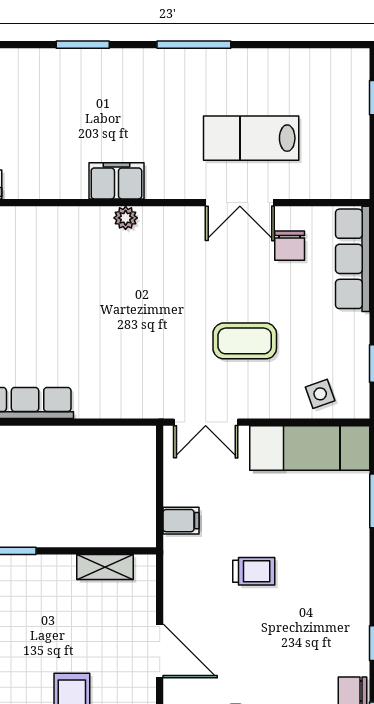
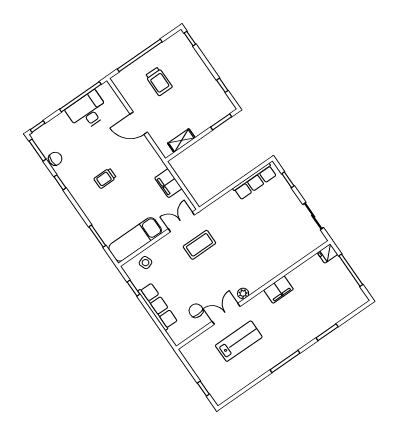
plant: (126, 218) -> (243, 293), moved
row of seats: (353, 259) -> (158, 306), moved
coffee table: (245, 341) -> (199, 245), moved
filing cabinet: (181, 521) -> (168, 183), width x2.00
trolley: (254, 571) -> (105, 178), moved

